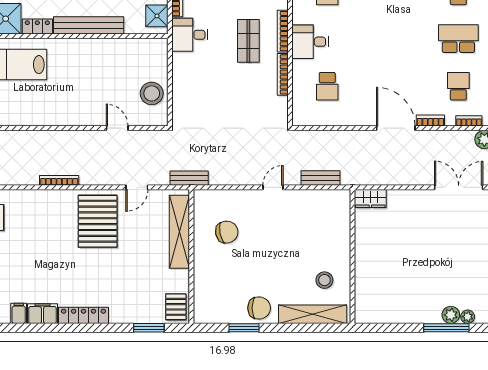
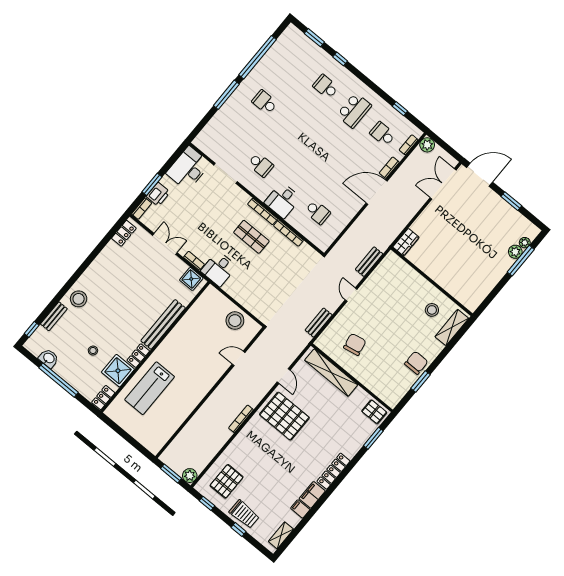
school desk: (458, 39) -> (354, 110), turned 180
bench: (189, 178) -> (319, 323), moved
shelving: (313, 314) -> (452, 327), width x0.68

